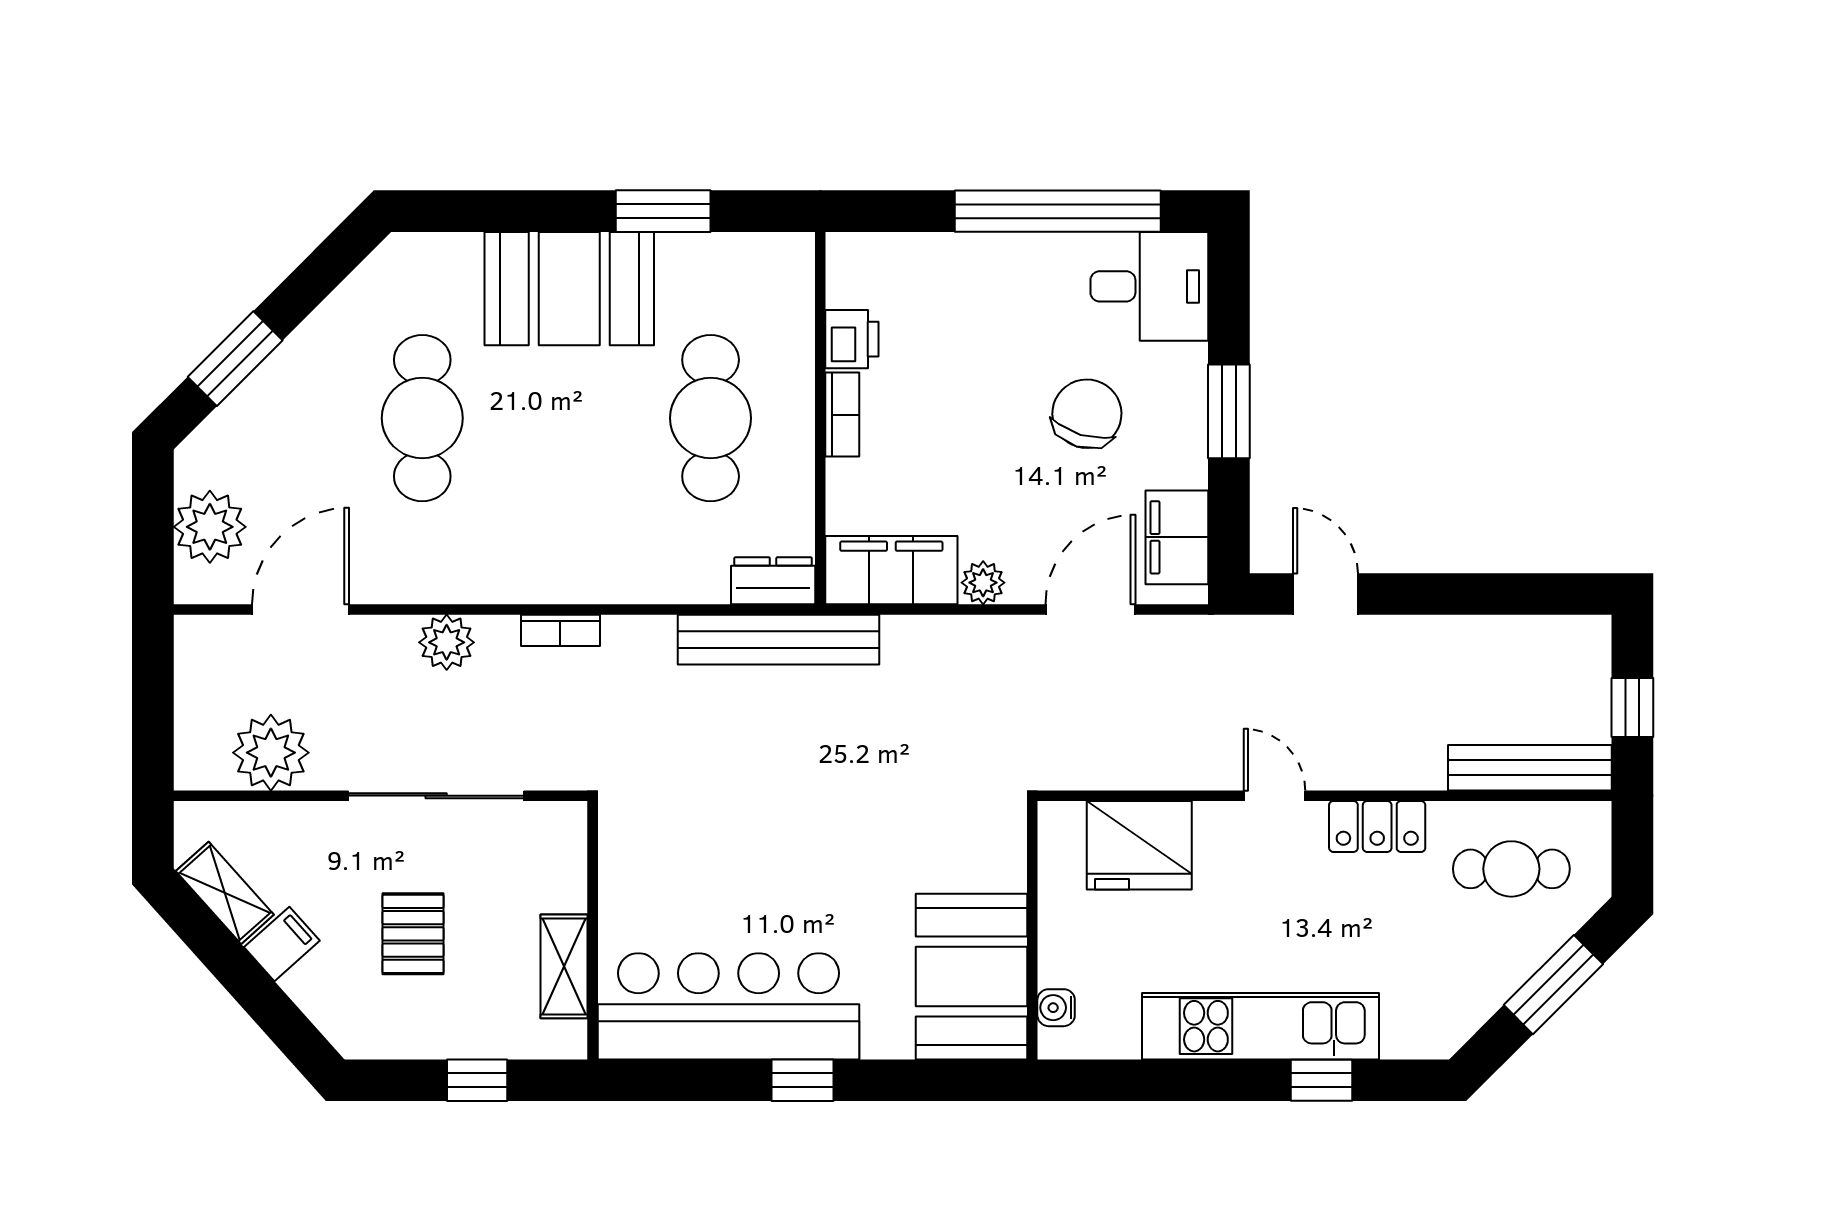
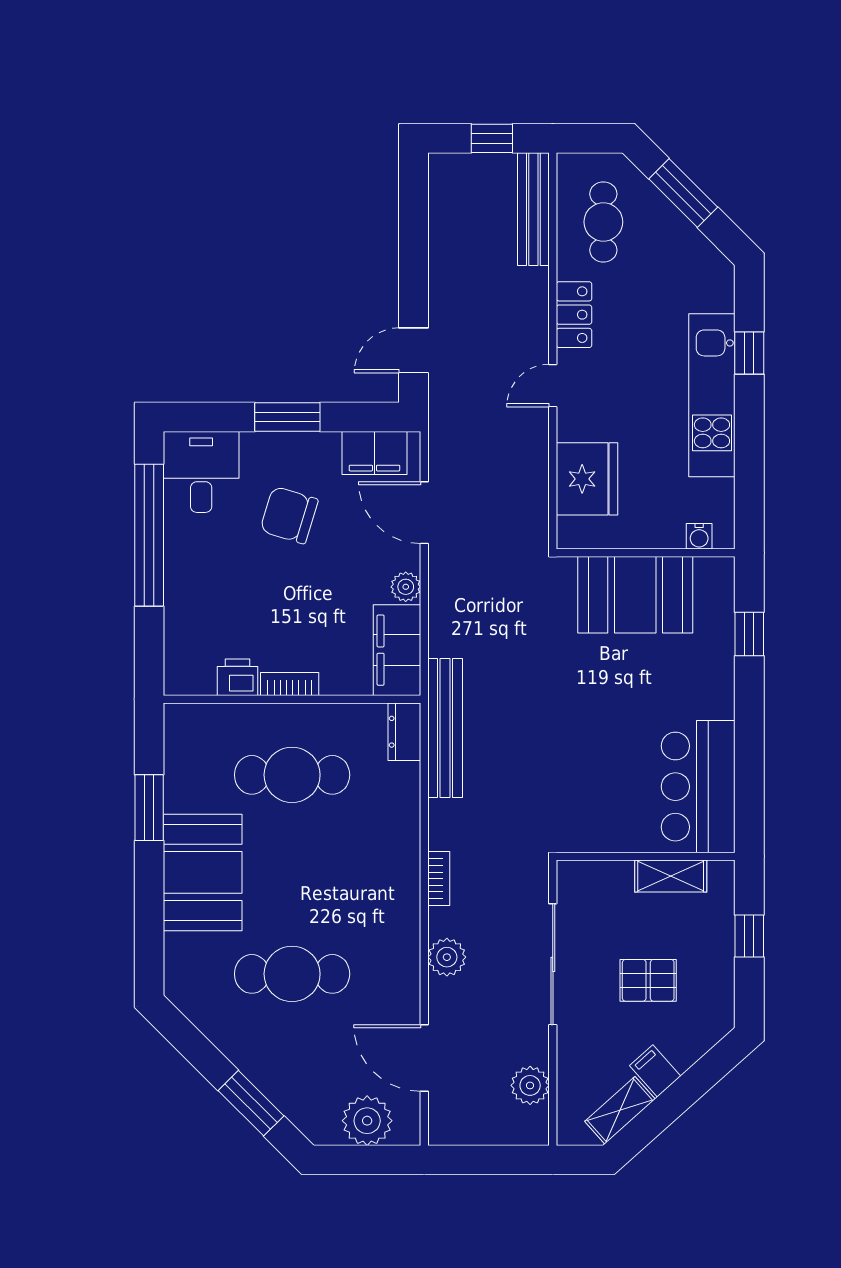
plant: (271, 753) -> (530, 1085), width x0.73, depth x0.73
booth: (971, 977) -> (635, 595), moved
bar counter: (729, 1006) -> (698, 787), width x0.73
window: (803, 1080) -> (749, 634), moved

